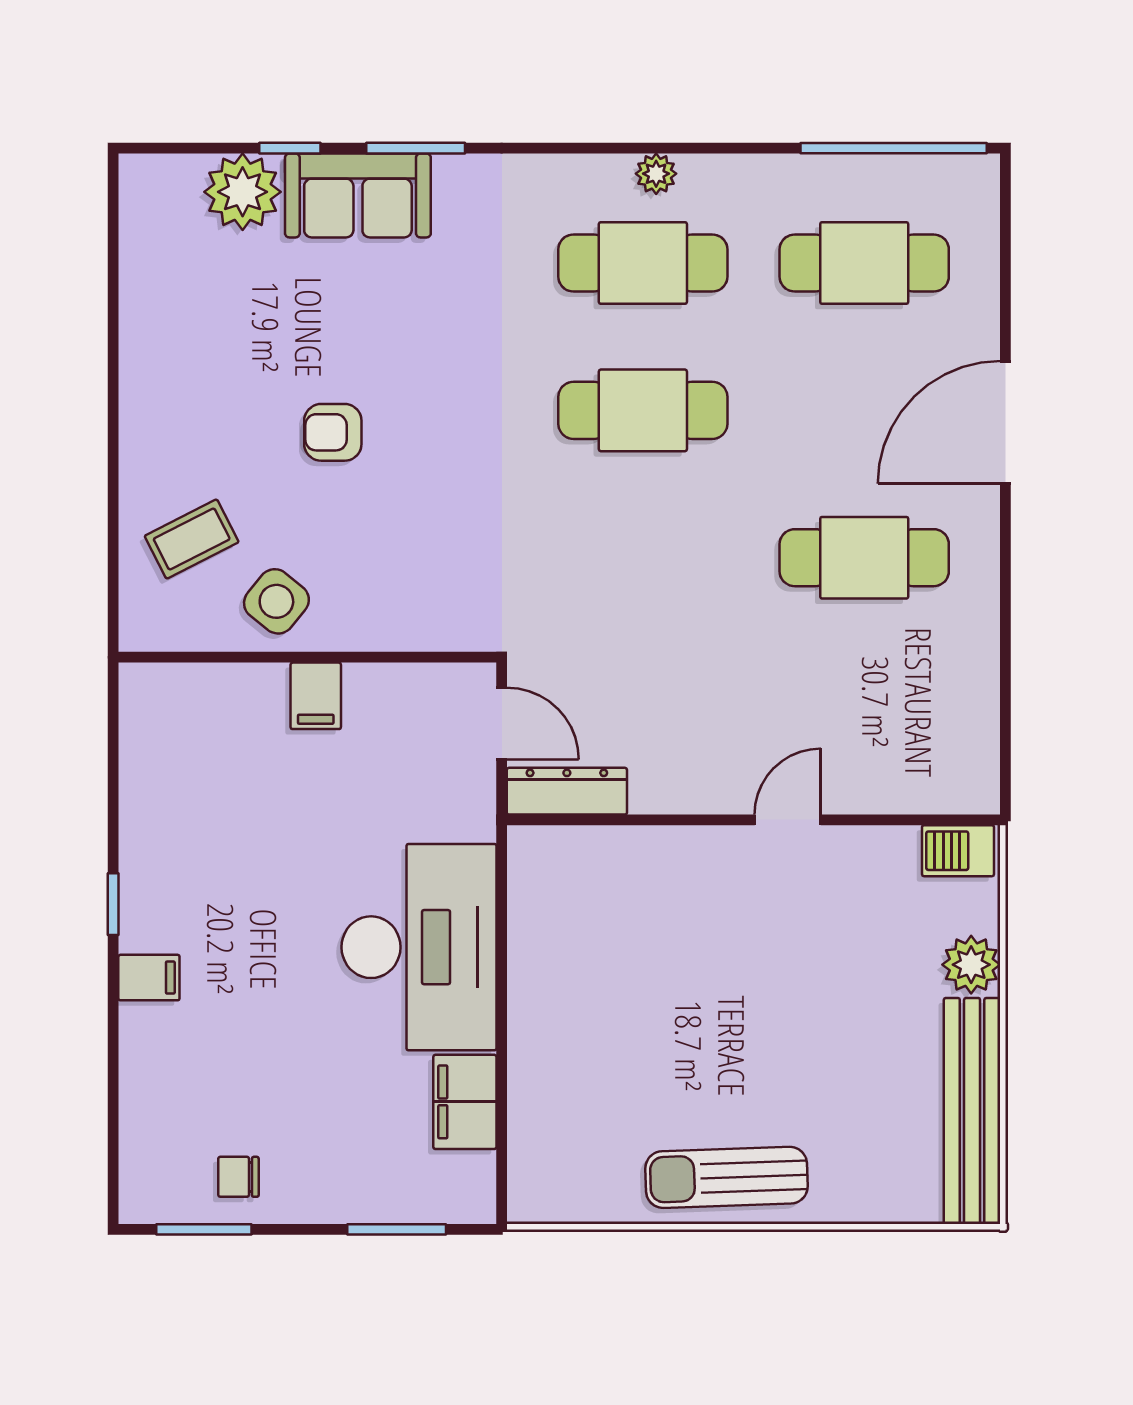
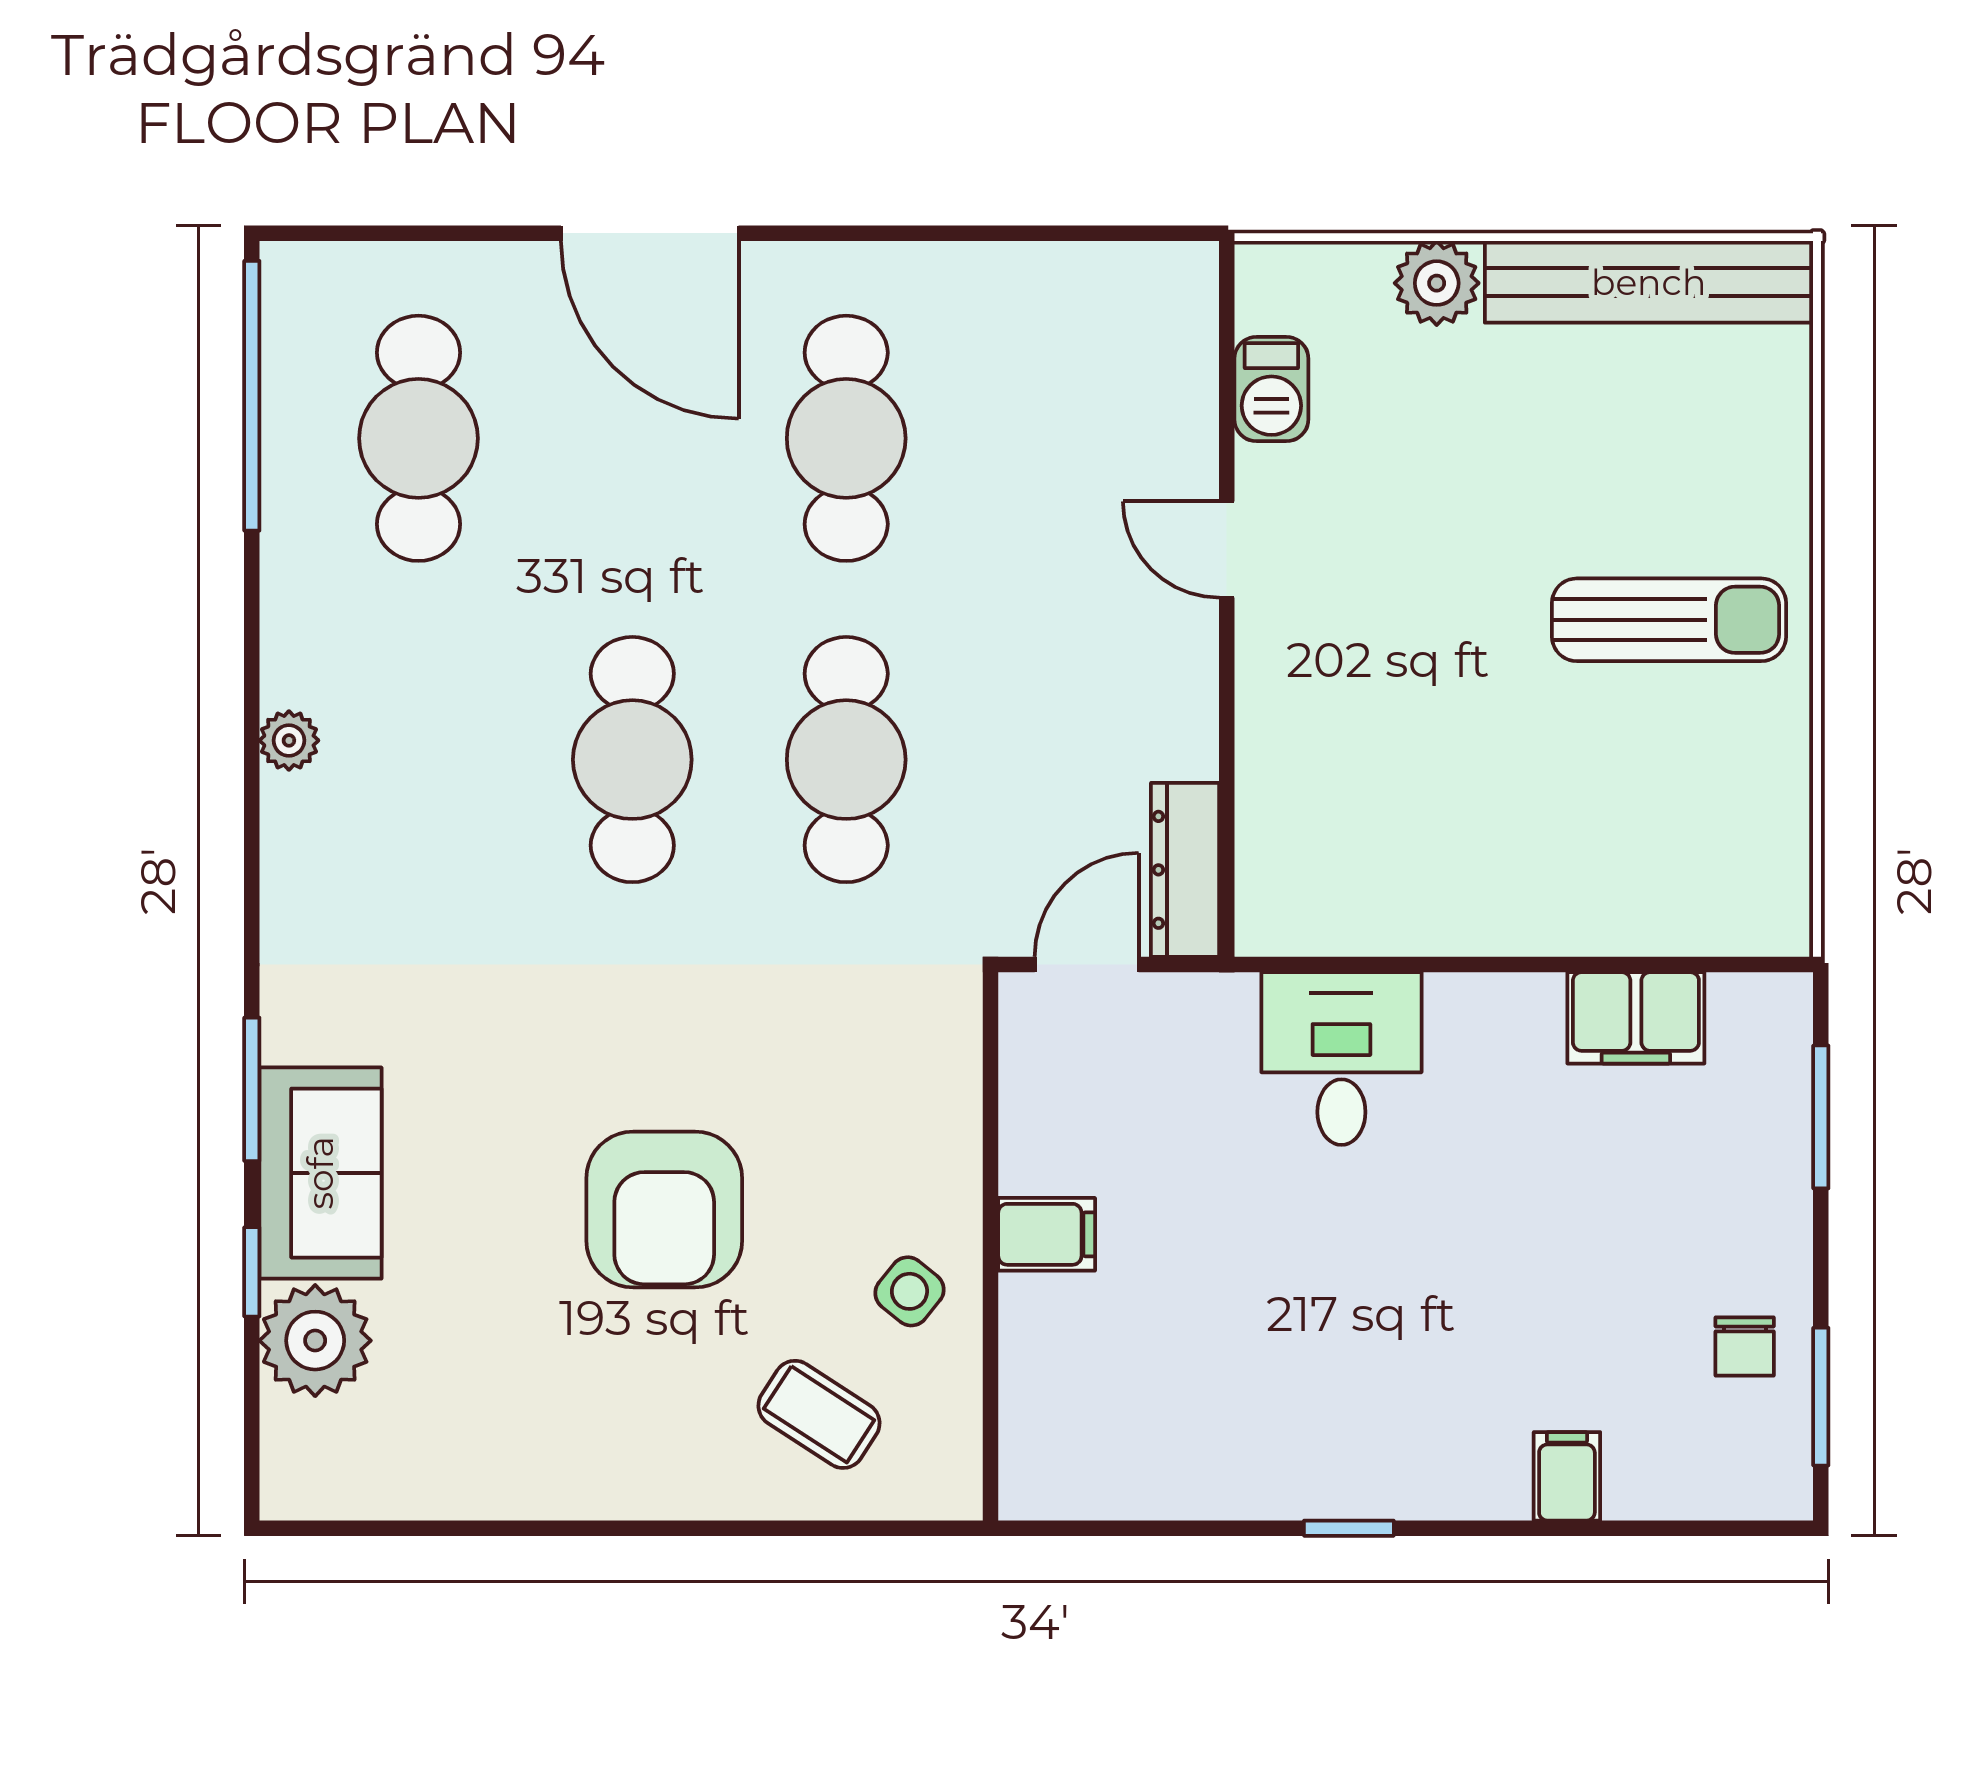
cafe table: (643, 263) -> (846, 760), moved
armchair: (333, 432) -> (664, 1209), width x1.88, depth x1.88
coffee table: (192, 539) -> (819, 1414), turned -30
side table: (276, 601) -> (909, 1291), width x0.73, depth x0.73
barbecue: (958, 851) -> (1271, 389), moved
desk: (419, 947) -> (1341, 1059), width x0.53, depth x0.77
filing cabinet: (149, 978) -> (1567, 1476), moved
sun lounger: (726, 1177) -> (1669, 620), moved, turned -88

